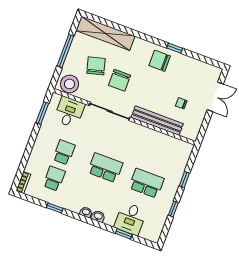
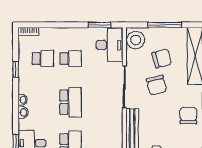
chair: (119, 80) -> (156, 85), turned -104
desk: (69, 112) -> (110, 45), width x1.37

